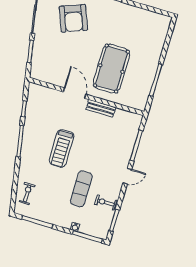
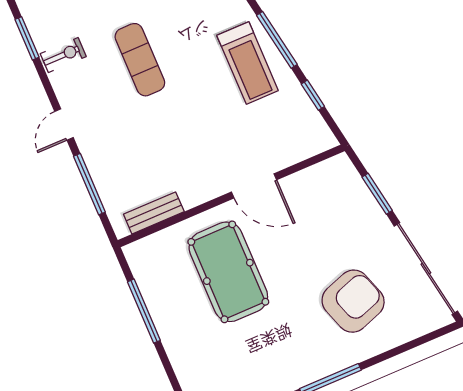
armchair: (73, 18) -> (353, 301), turned 92
bench: (101, 108) -> (154, 213), moved
treadmill: (61, 148) -> (248, 63), moved, turned 180
exercise mat: (81, 189) -> (140, 60), moved

